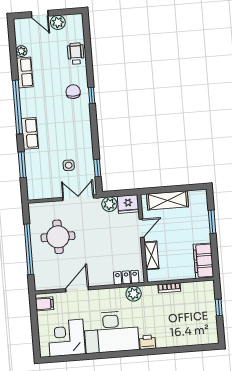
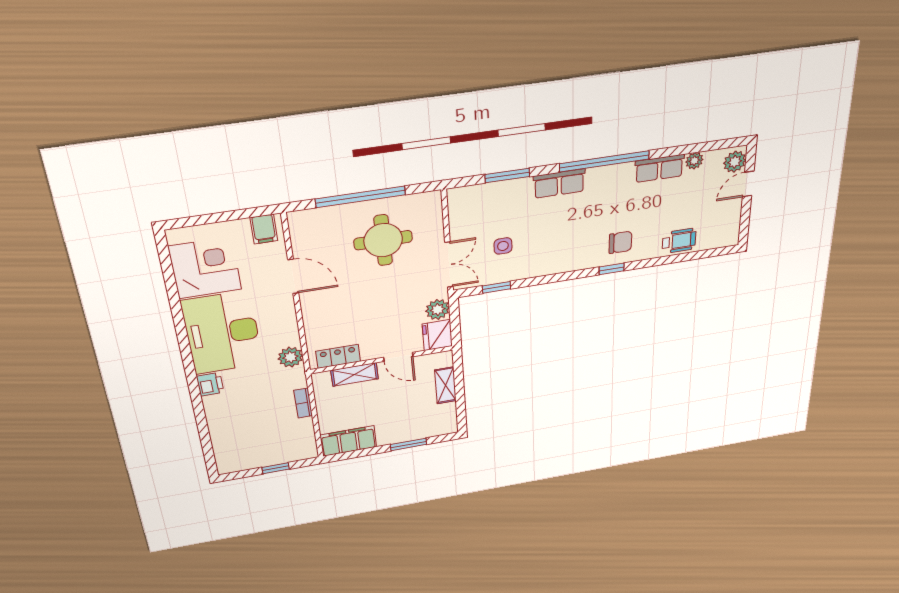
plant: (58, 22) -> (735, 162), moved
shelving: (168, 200) -> (445, 385), width x0.67, depth x0.75
locker: (126, 277) -> (338, 356), moved, turned -90

